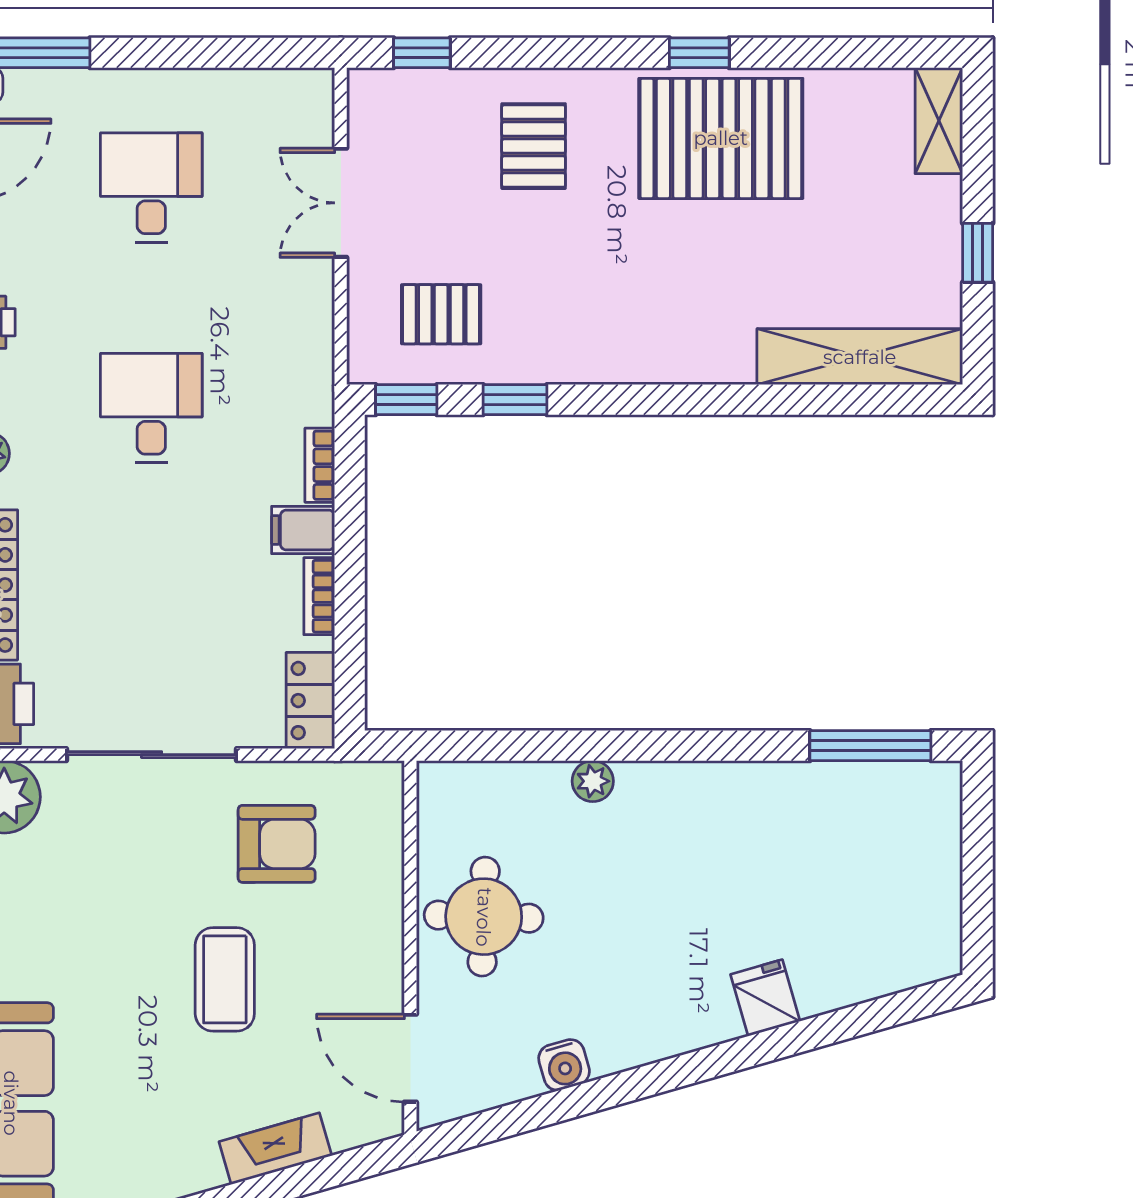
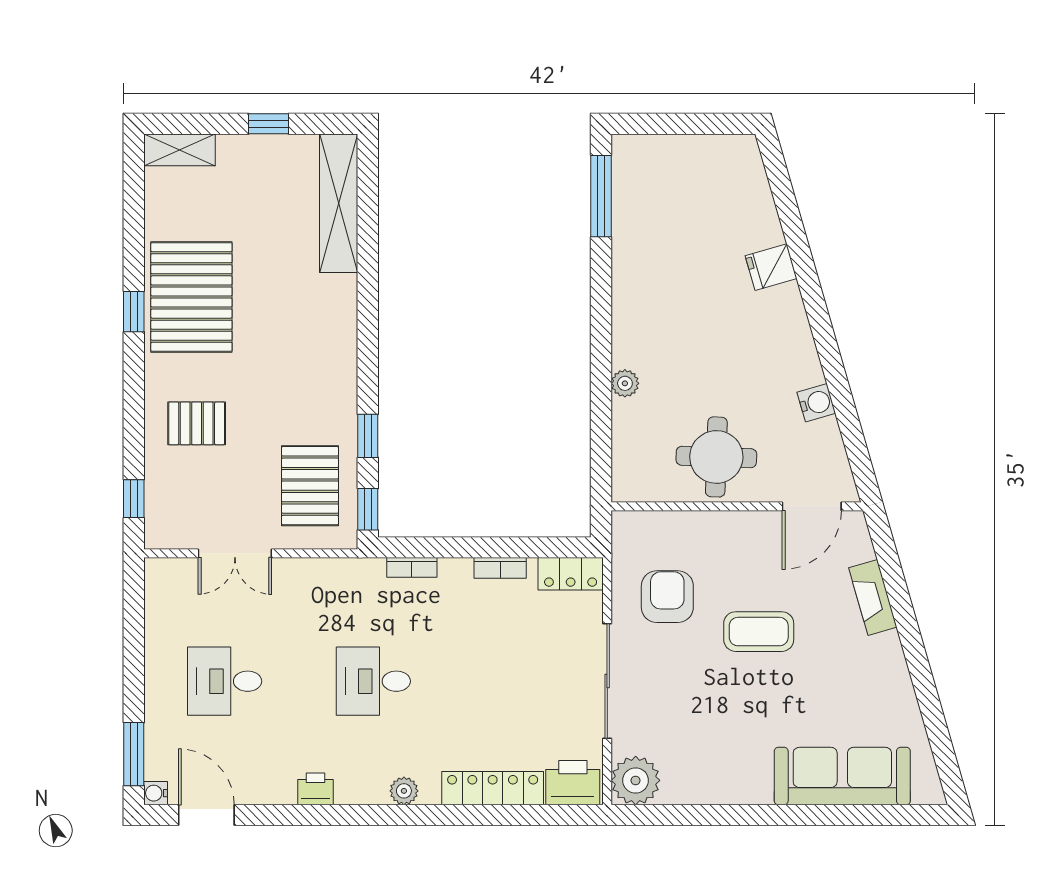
pallet: (441, 314) -> (310, 486), width x1.50, depth x1.42
filing cabinet: (303, 530) -> (456, 579), removed

